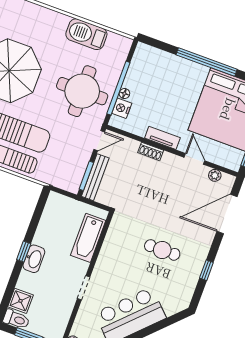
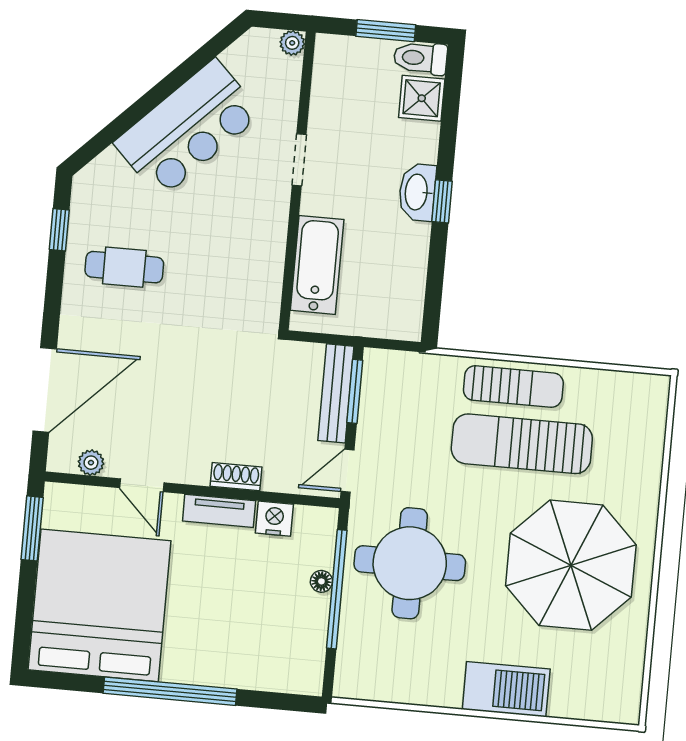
barbecue: (86, 34) -> (506, 689), moved
nightstand: (122, 108) -> (274, 519), moved, turned -90
cafe table: (162, 250) -> (124, 267), moved
window: (206, 270) -> (59, 230), moved

